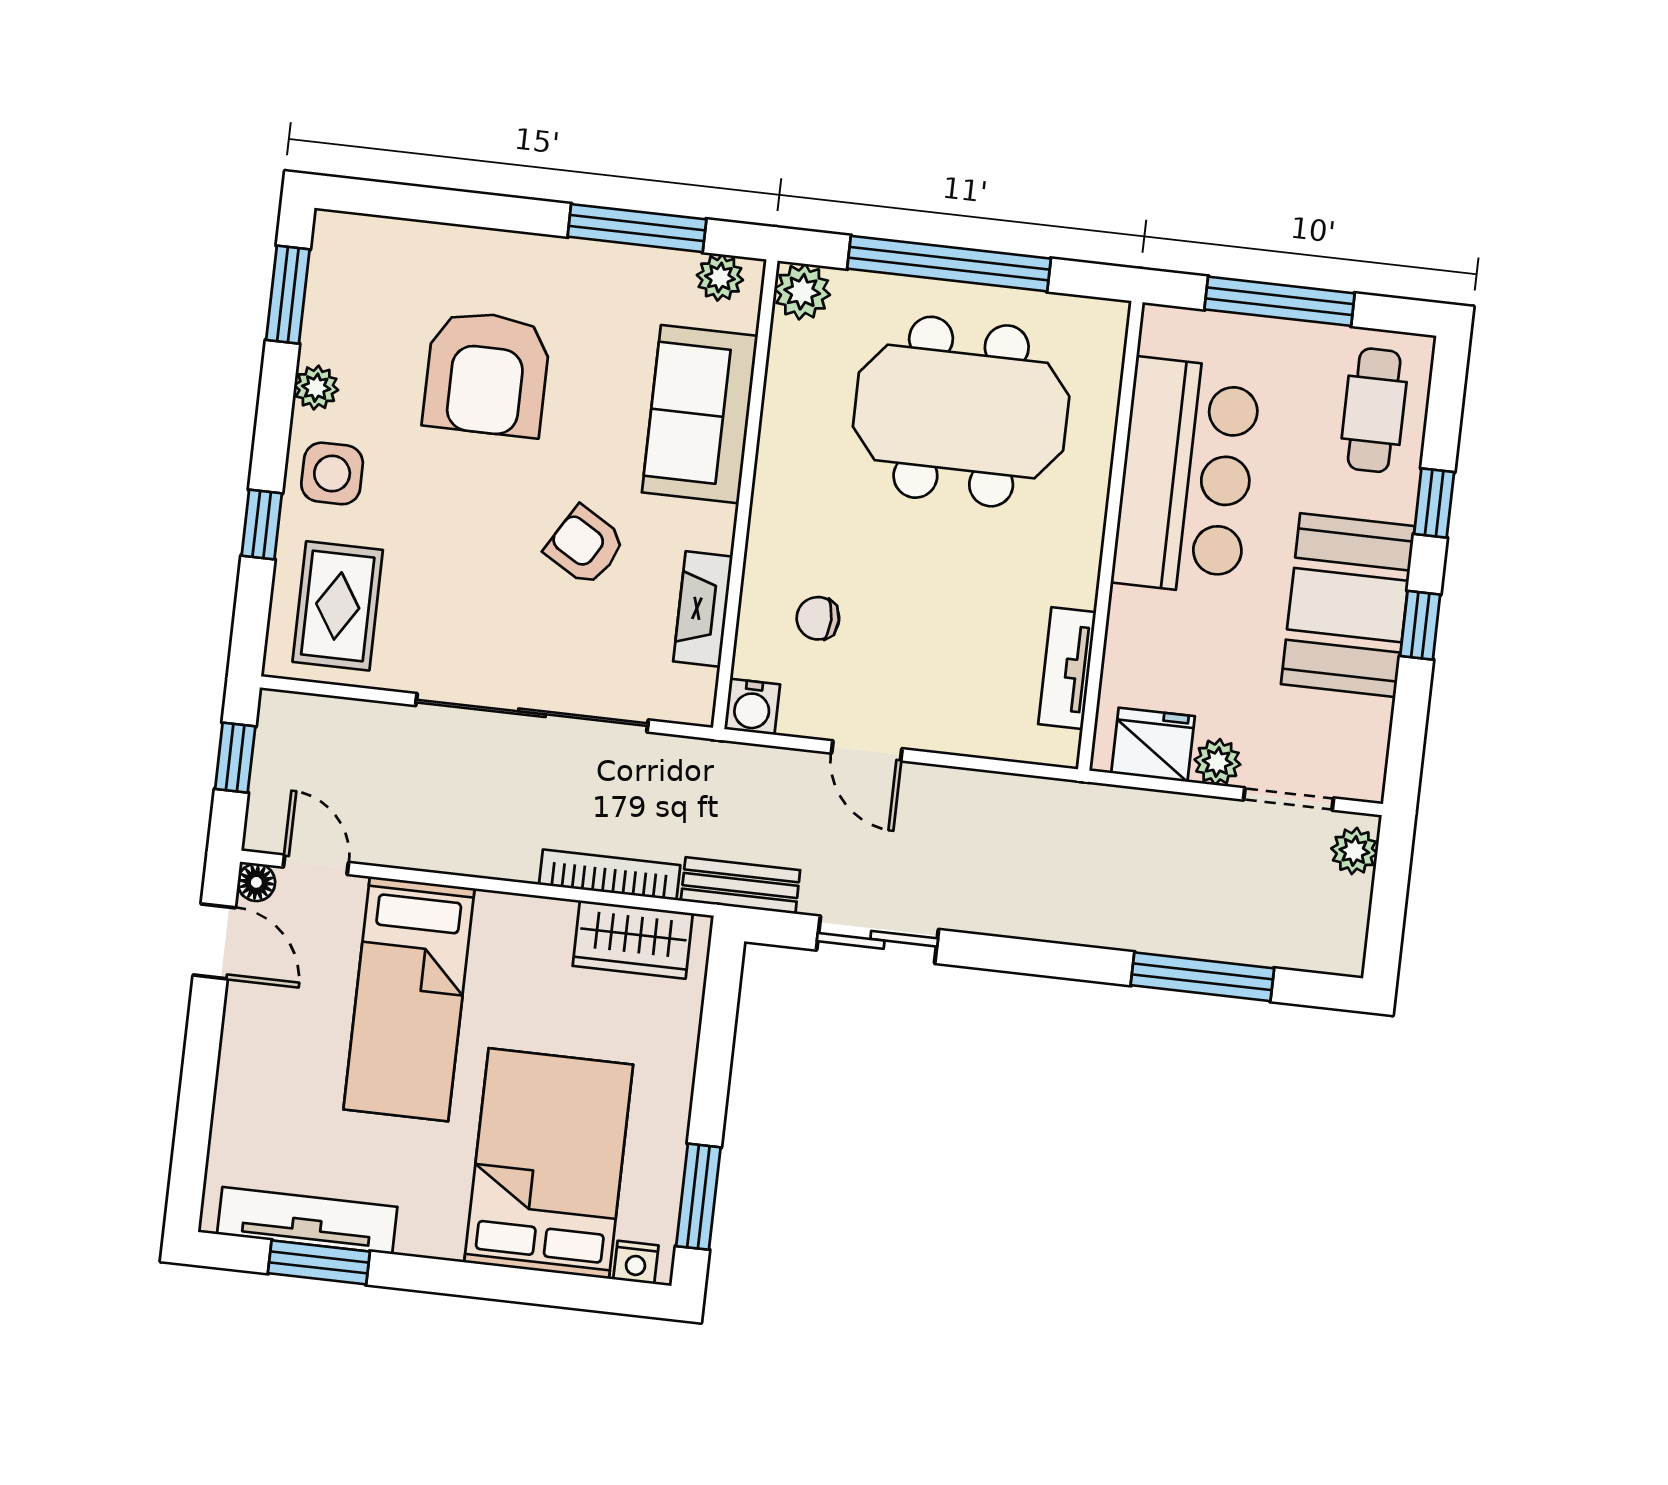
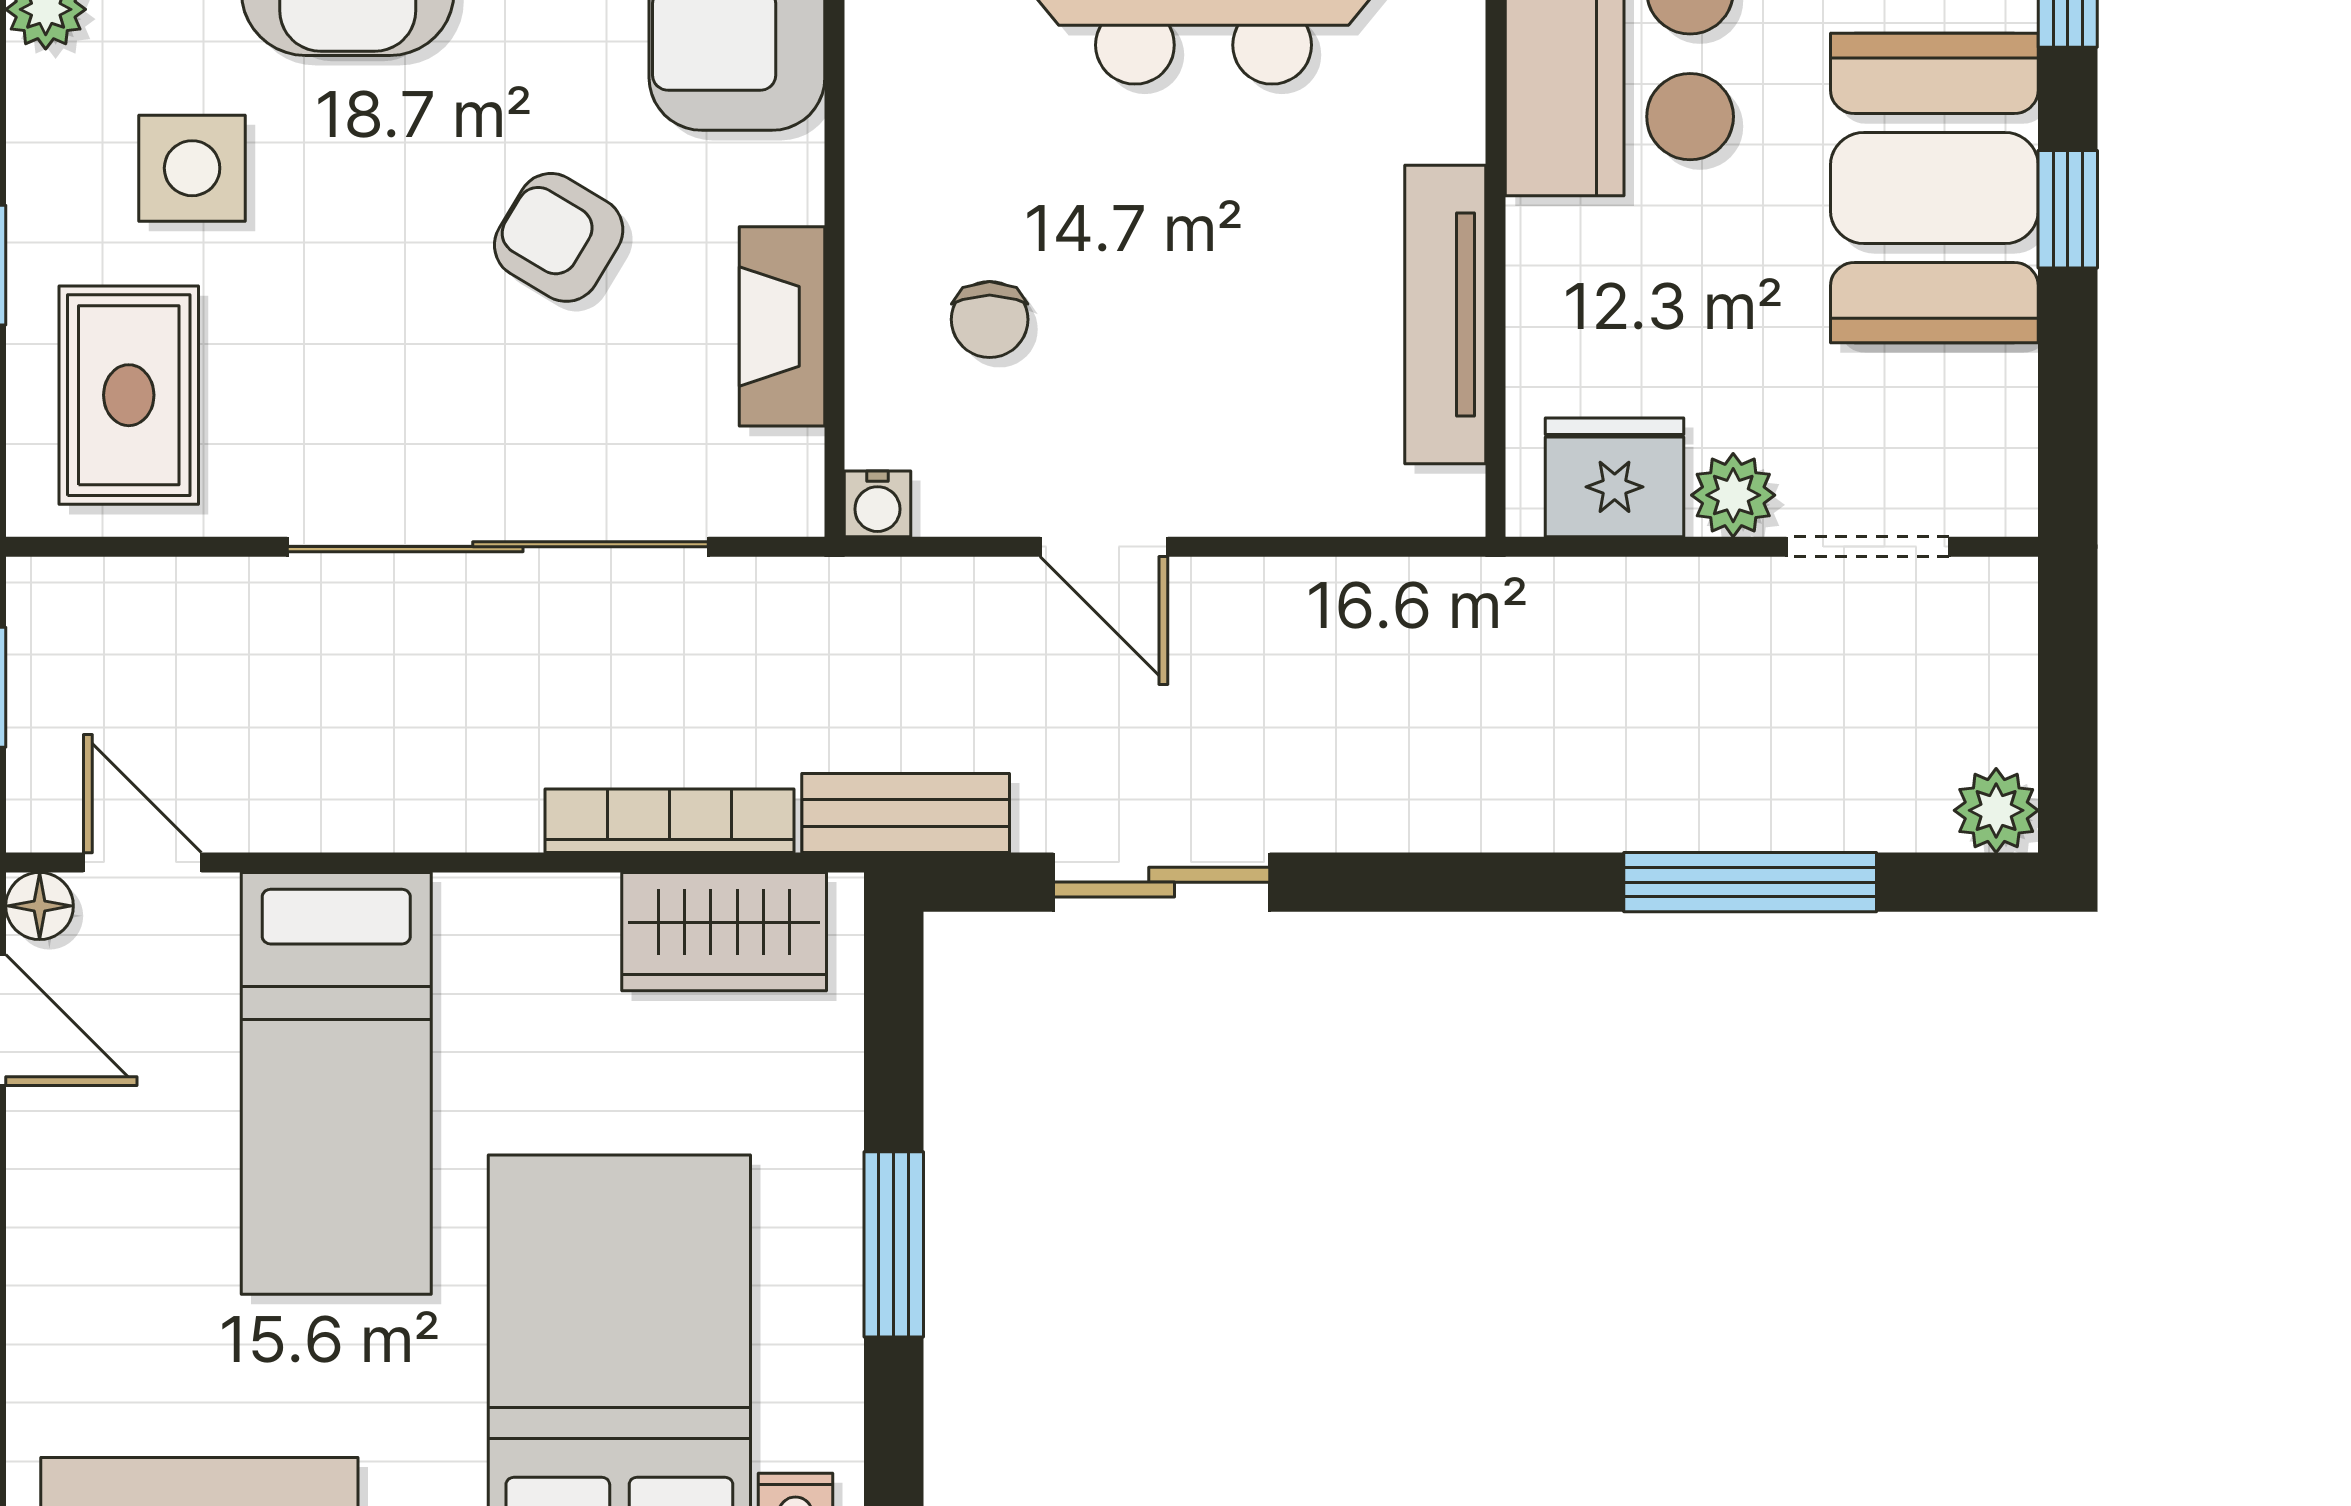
side table: (332, 473) -> (192, 168), moved
chair: (818, 618) -> (990, 319), turned -90
tv unit: (1067, 668) -> (1445, 315), width x1.41
water cooler: (752, 707) -> (877, 504), width x0.72, depth x0.72
plant: (1354, 851) -> (1996, 810), moved
window: (698, 1197) -> (894, 1244), moved

